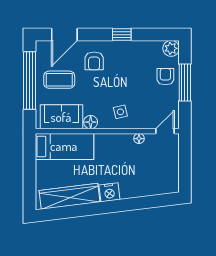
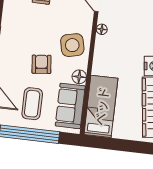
armchair: (94, 61) -> (41, 64), moved, turned -96
side table: (120, 112) -> (72, 45), width x1.87, depth x1.87

